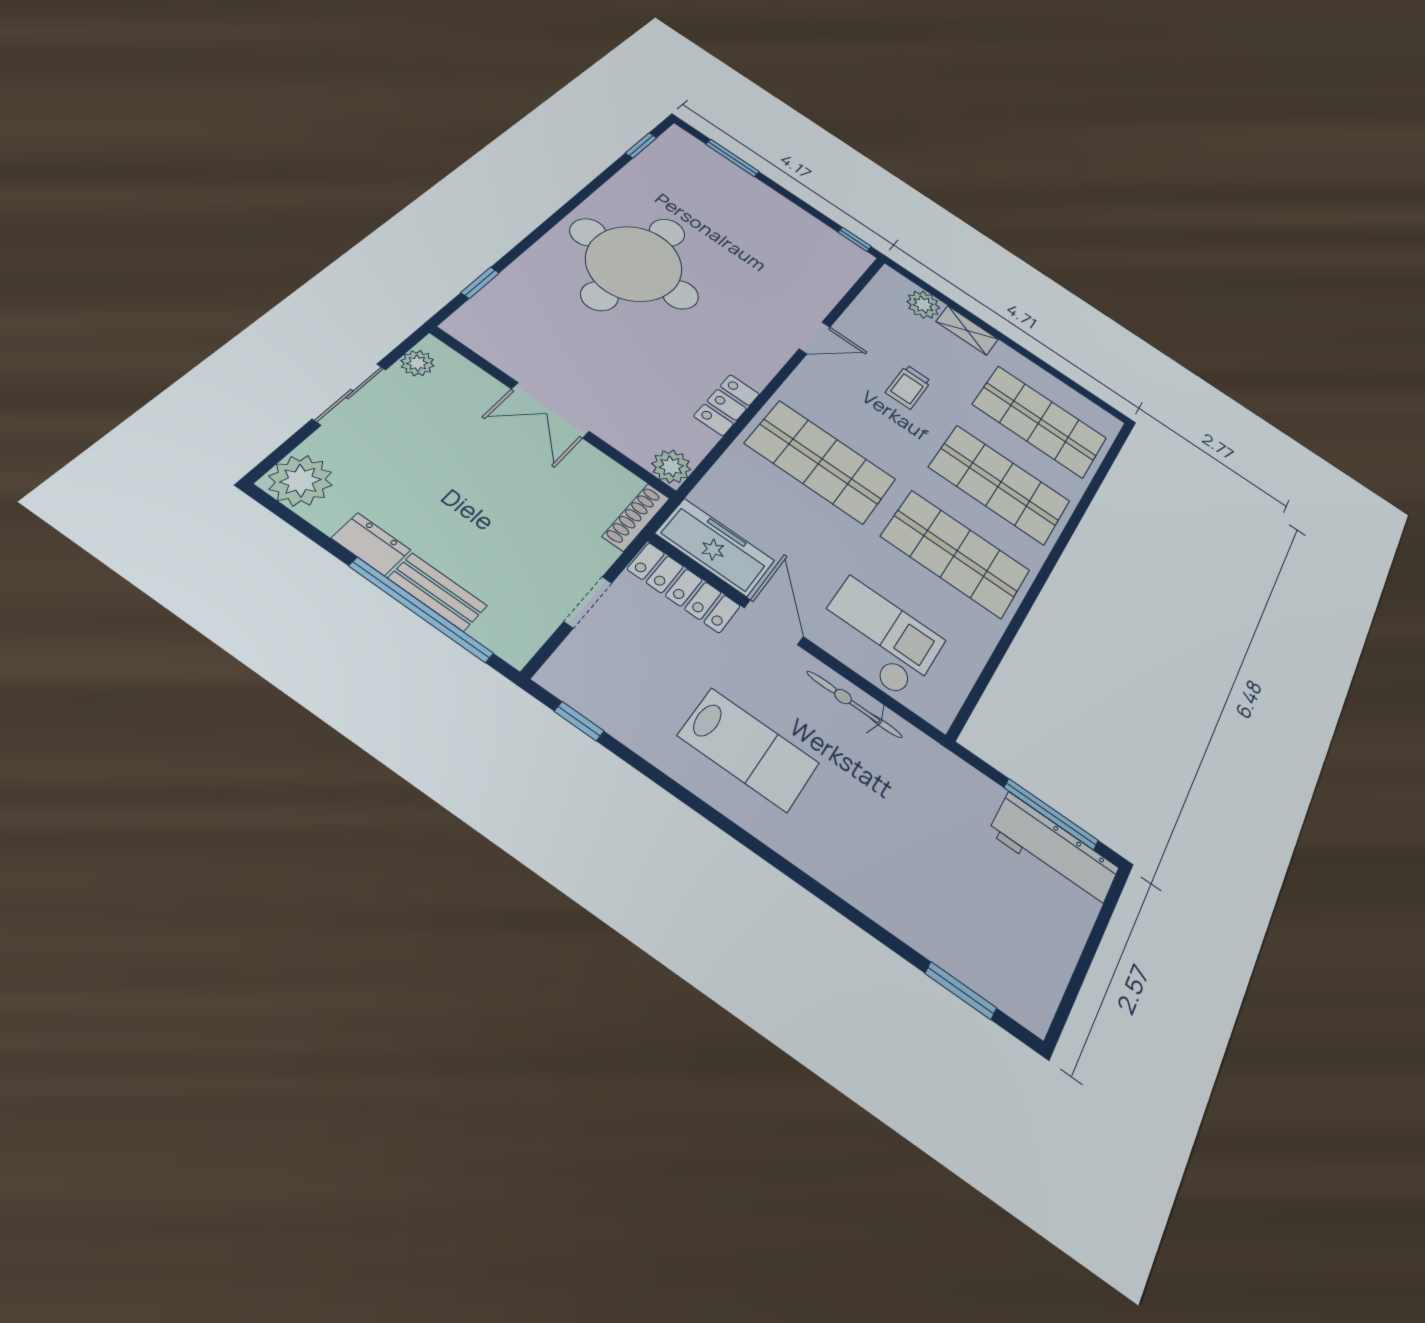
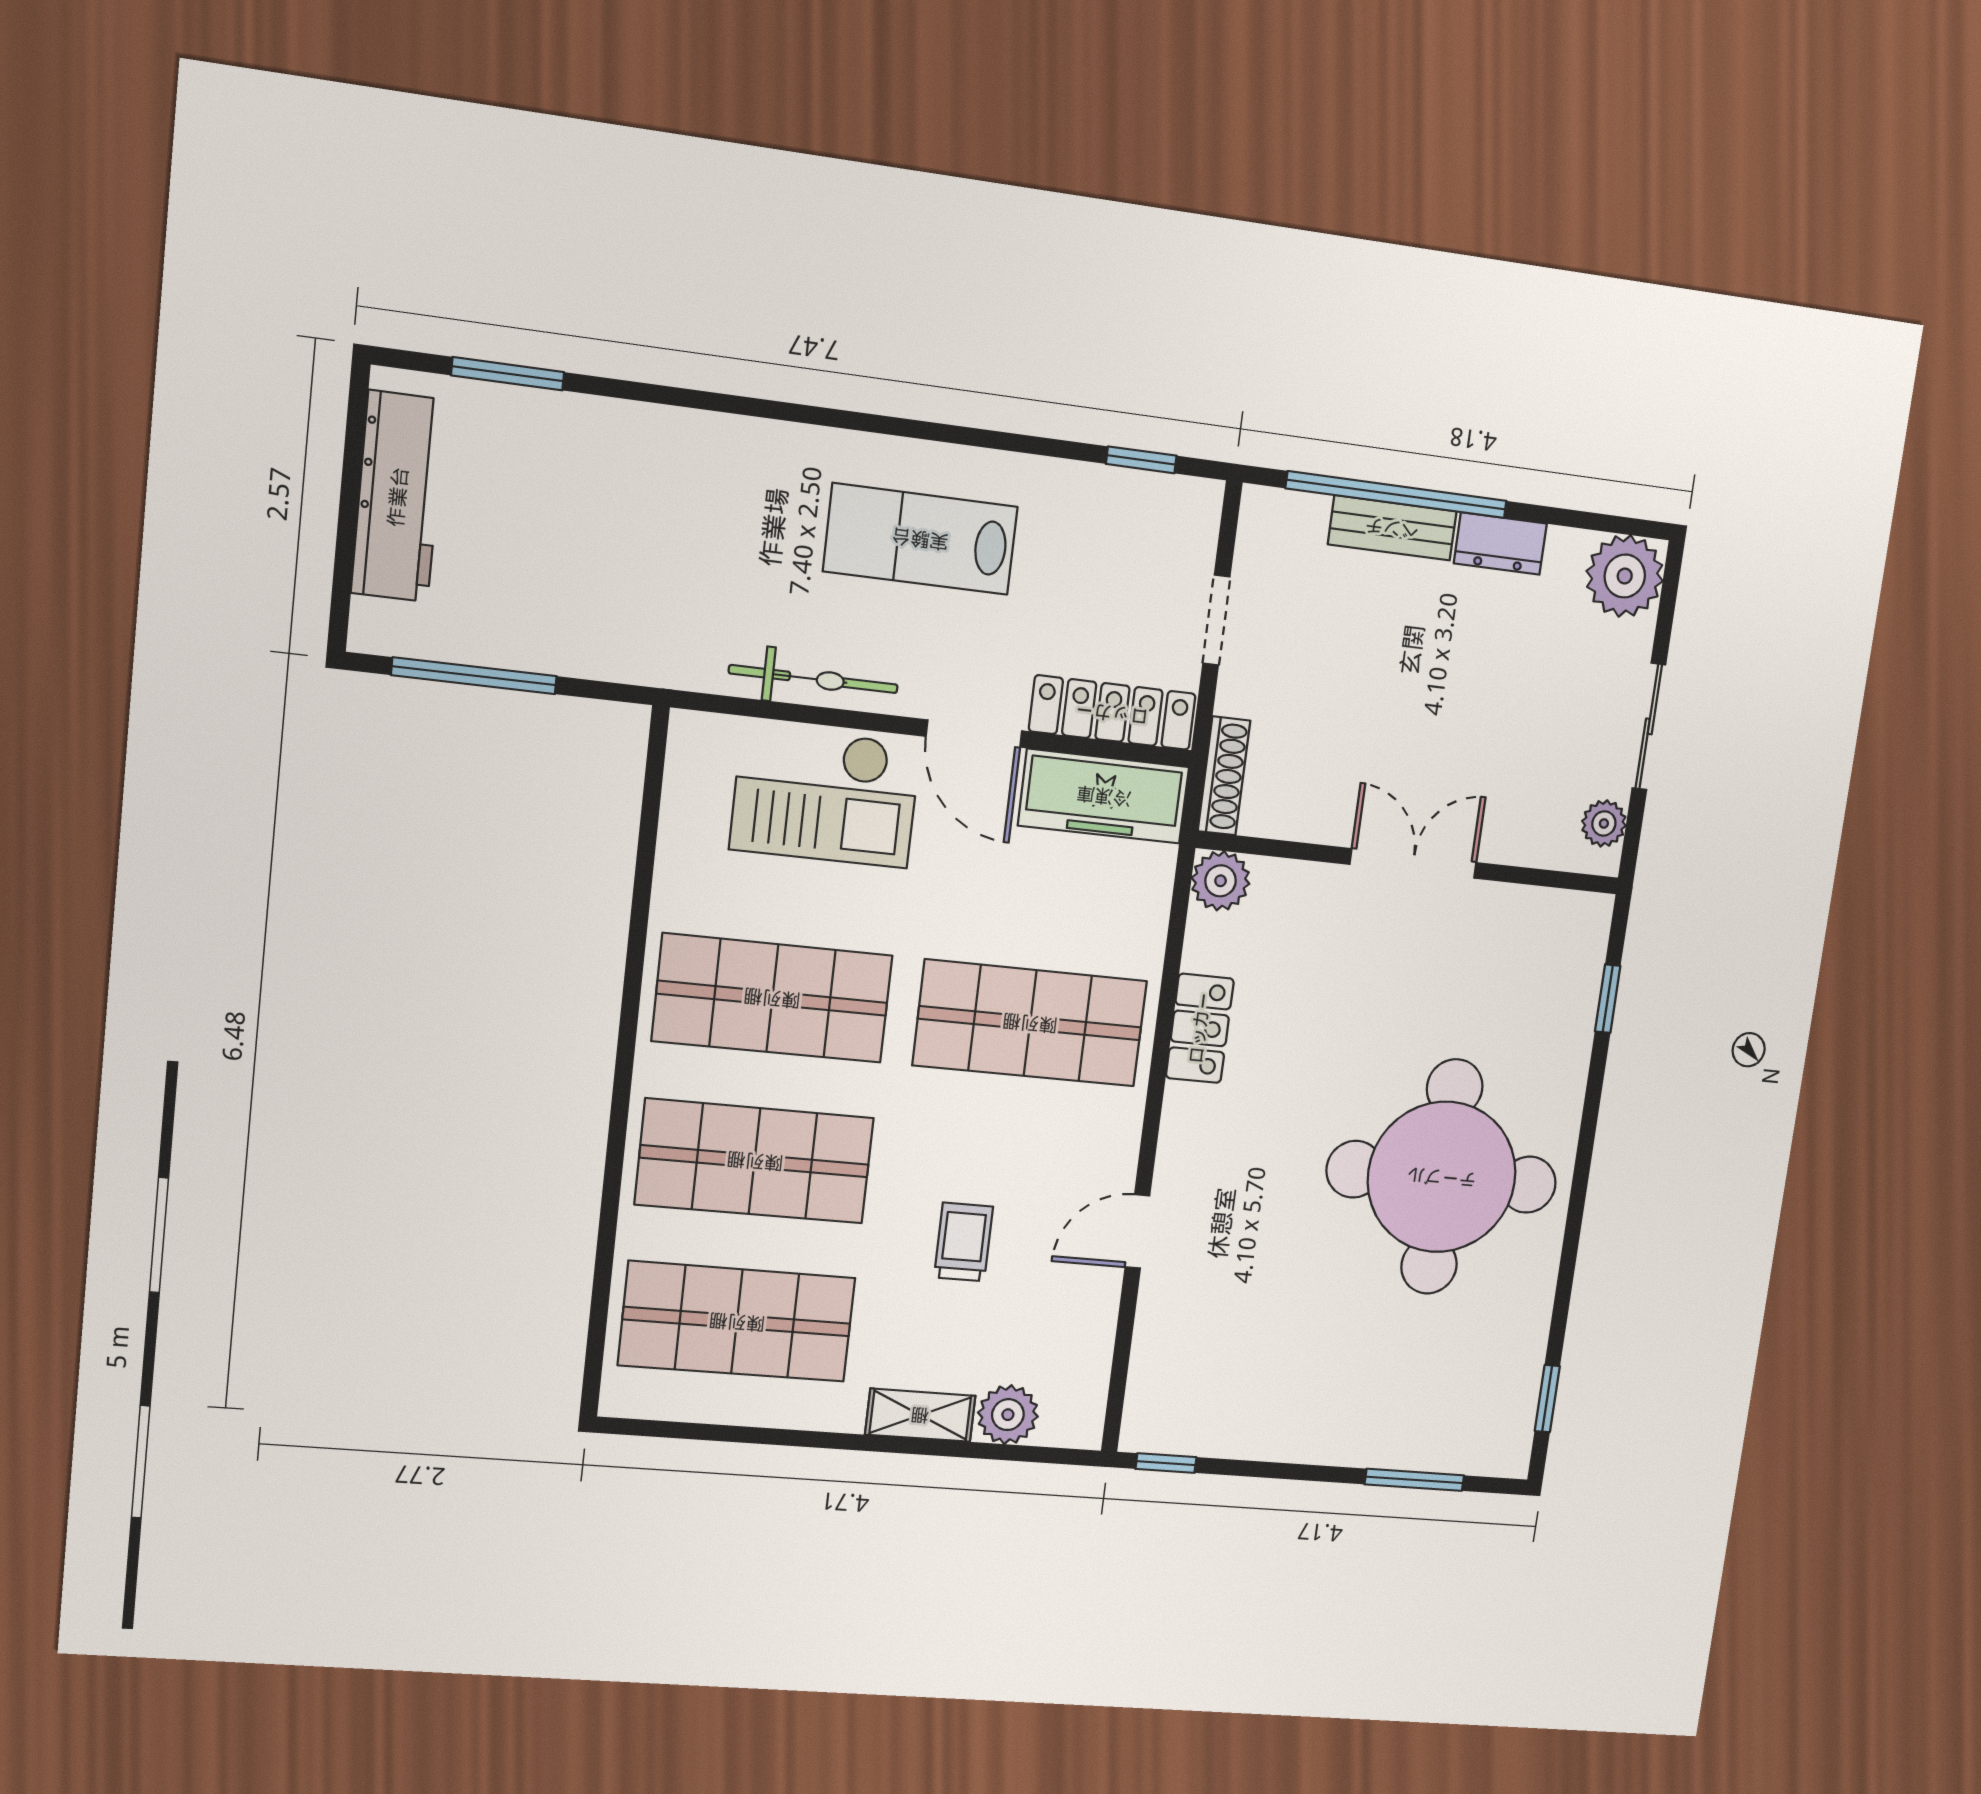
workbench: (1054, 850) -> (398, 497), moved, turned 90

